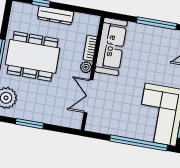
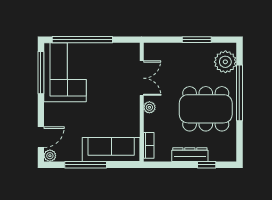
sofa: (111, 46) -> (111, 149), moved, turned 90
bookcase: (90, 48) -> (149, 145), moved

